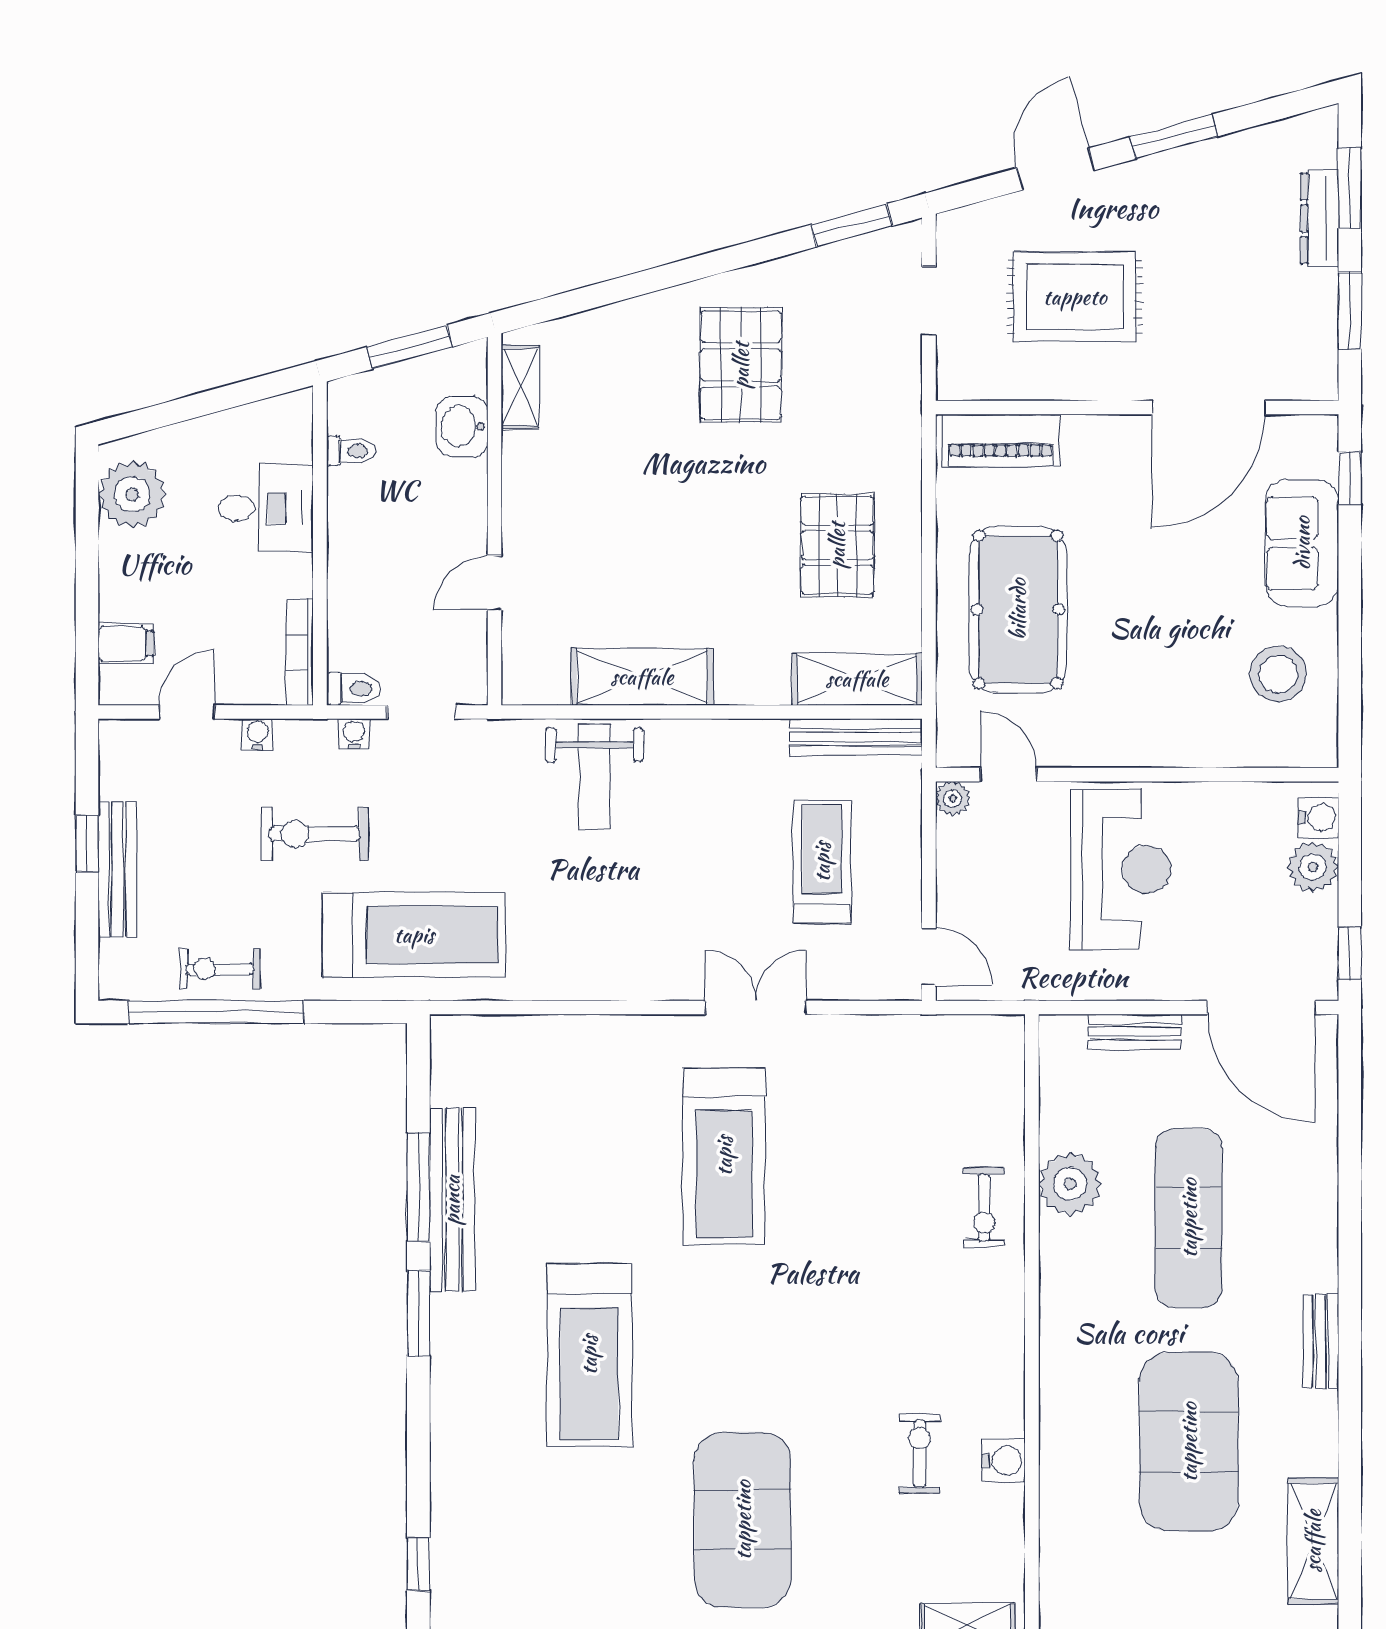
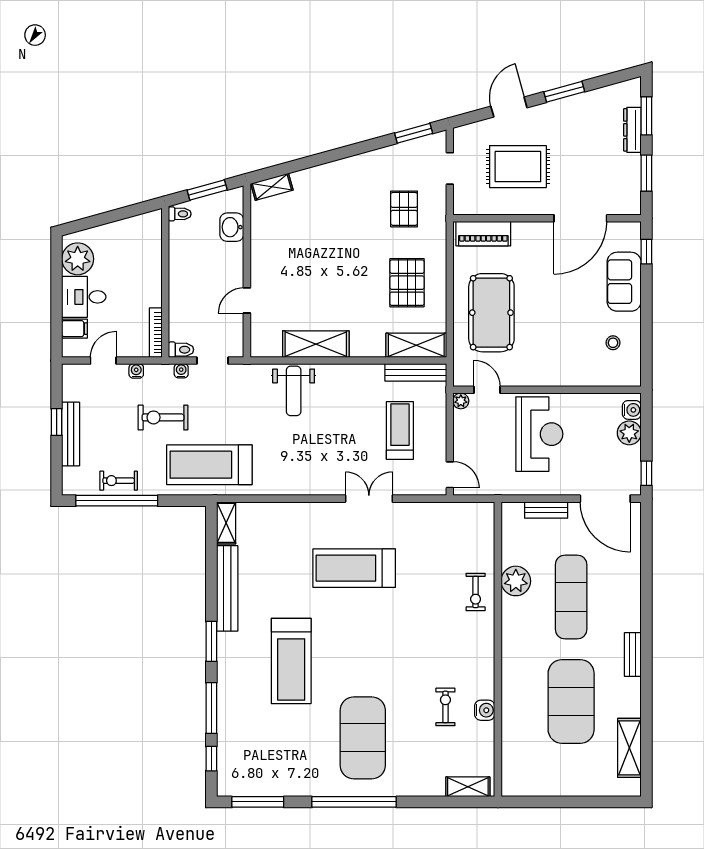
pallet: (741, 365) -> (404, 209), moved, width x0.67, depth x0.71
shelving: (520, 387) -> (272, 187), moved, turned 75
toilet: (351, 451) -> (180, 214), moved
desk: (266, 508) -> (84, 297), moved, turned 180
stool: (1278, 674) -> (613, 343), width x0.53, depth x0.53
treadmill: (414, 935) -> (209, 465), turned 180
shelving: (450, 1059) -> (226, 523), added
treadmill: (724, 1156) -> (354, 568), turned 90
window: (418, 1187) -> (211, 708), moved

